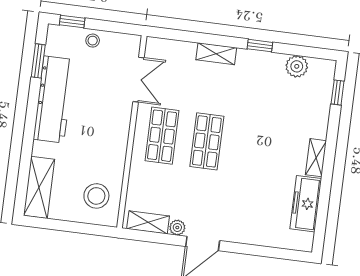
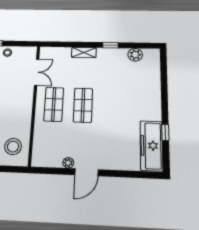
window: (338, 93) -> (165, 132), moved
shelving: (316, 158) -> (156, 109), removed
freezer: (306, 204) -> (151, 146), width x1.36, depth x1.26
shelving: (148, 222) -> (48, 161), removed

